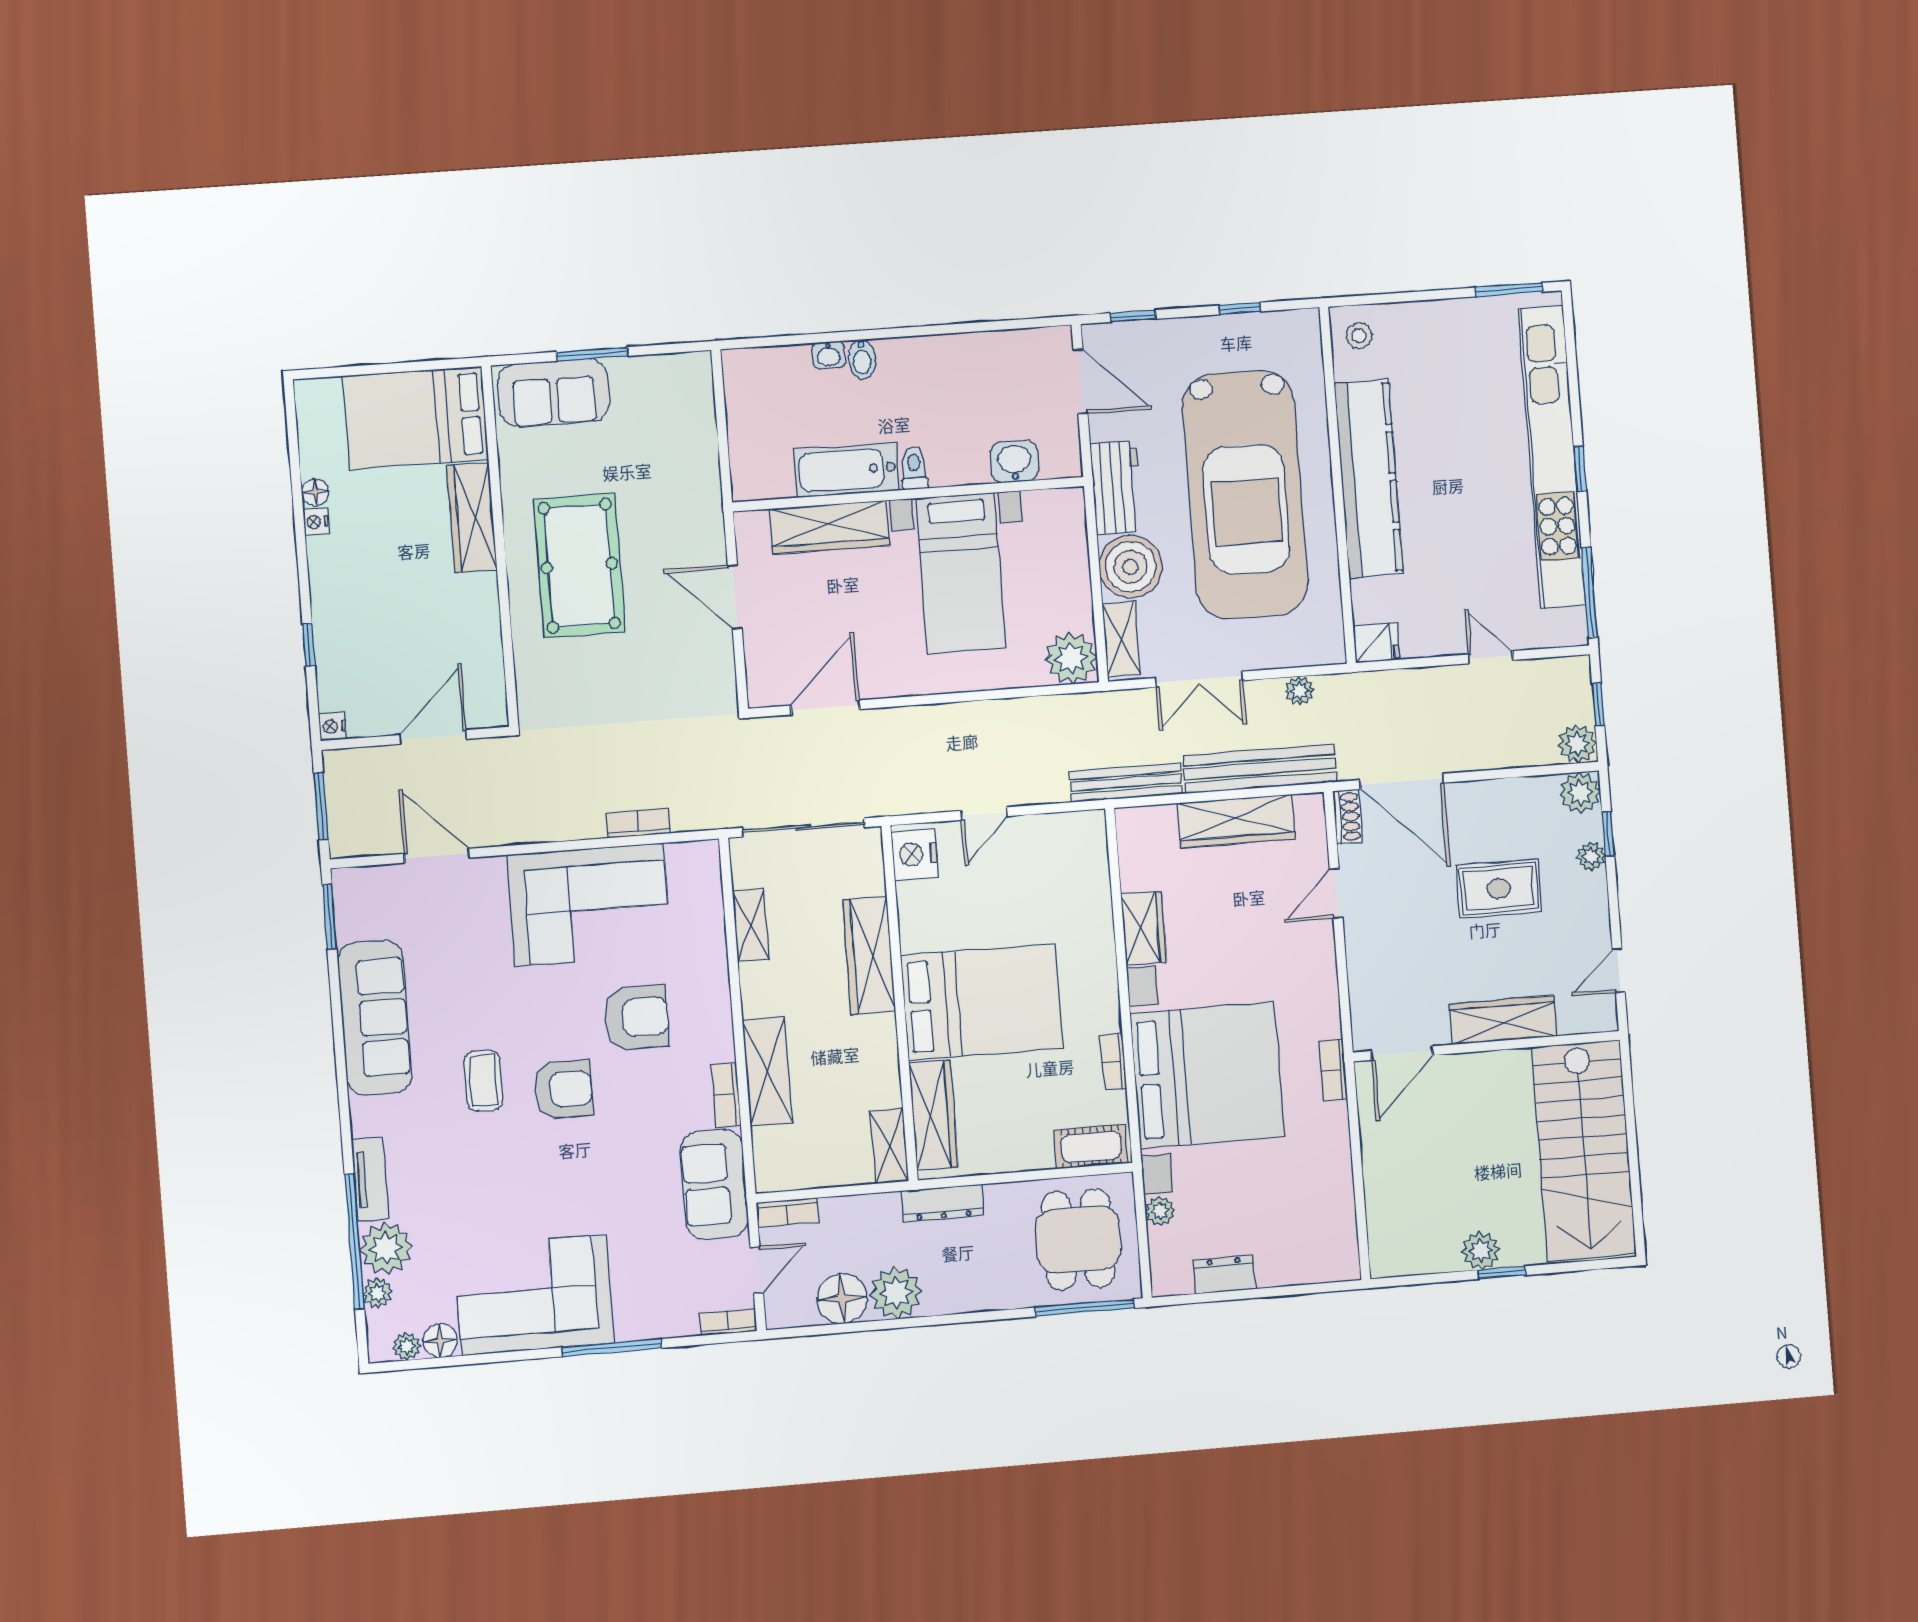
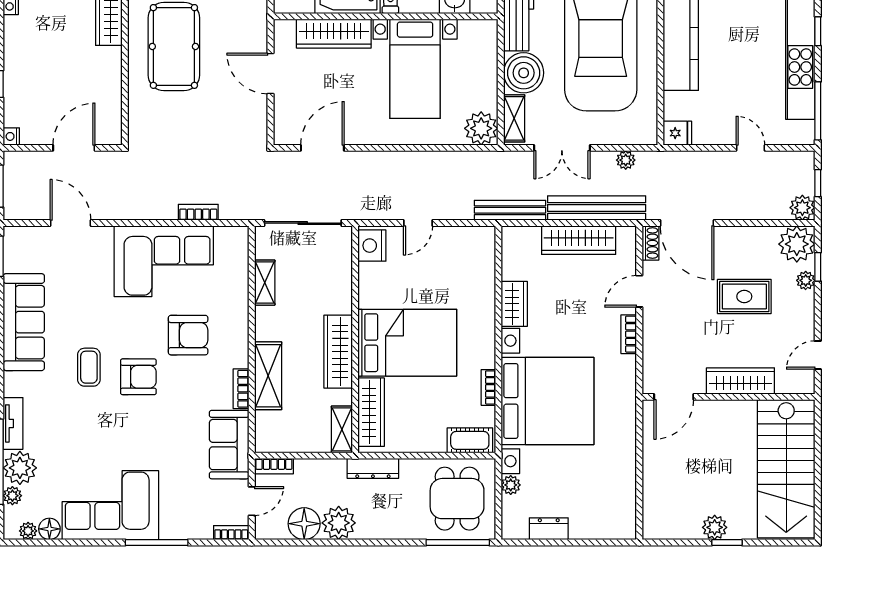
plant: (1580, 793) -> (797, 244), width x1.36, depth x1.36
wardrobe: (869, 955) -> (338, 352), moved
bookcase: (1333, 1070) -> (629, 334), moved

